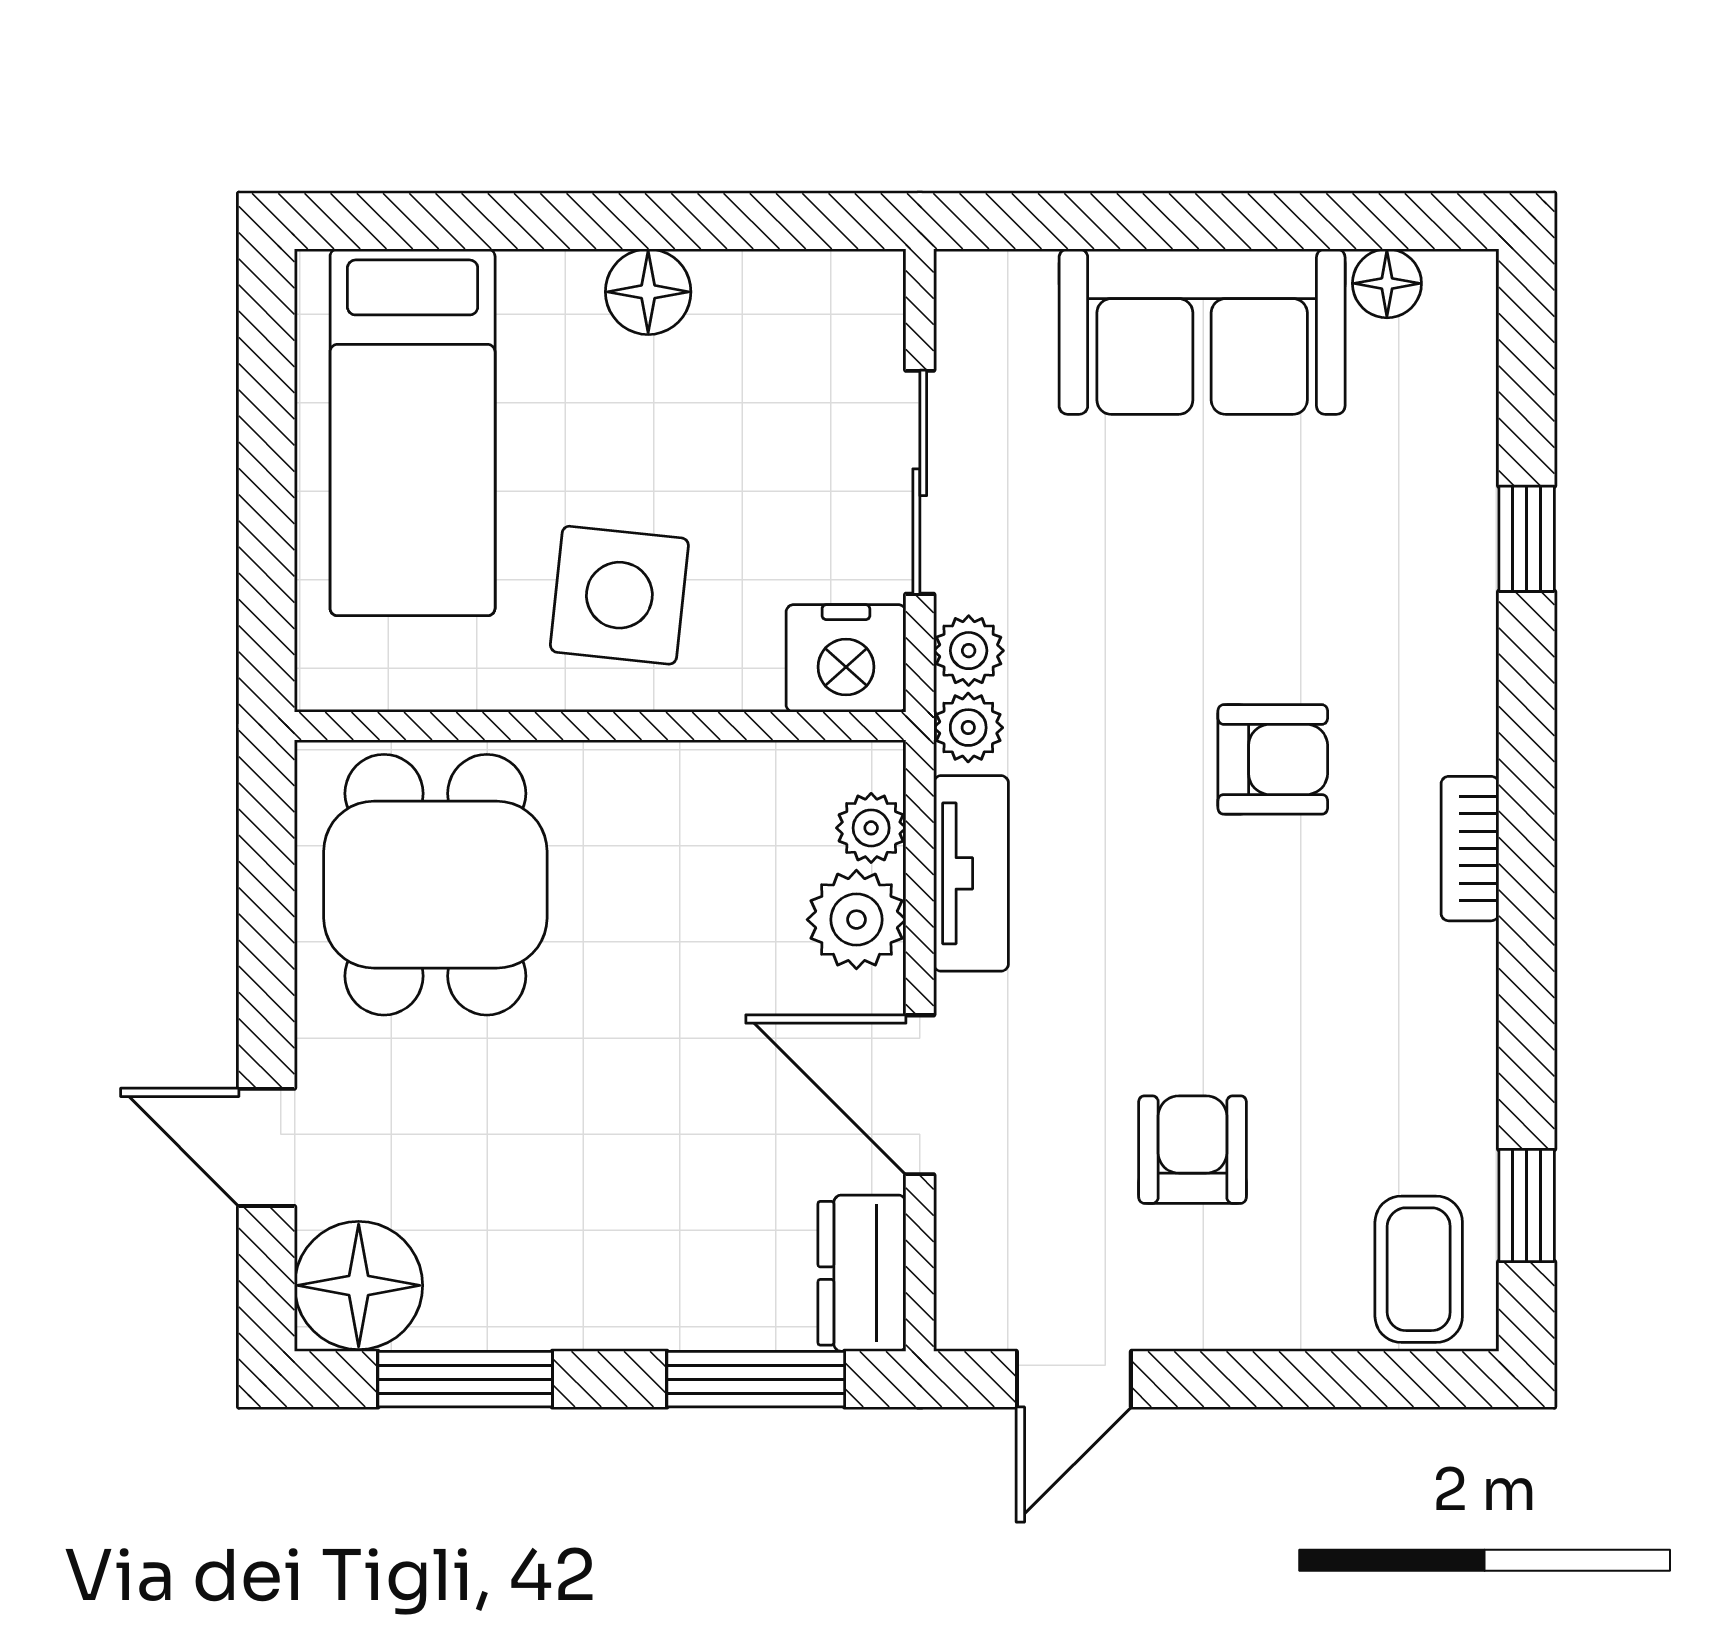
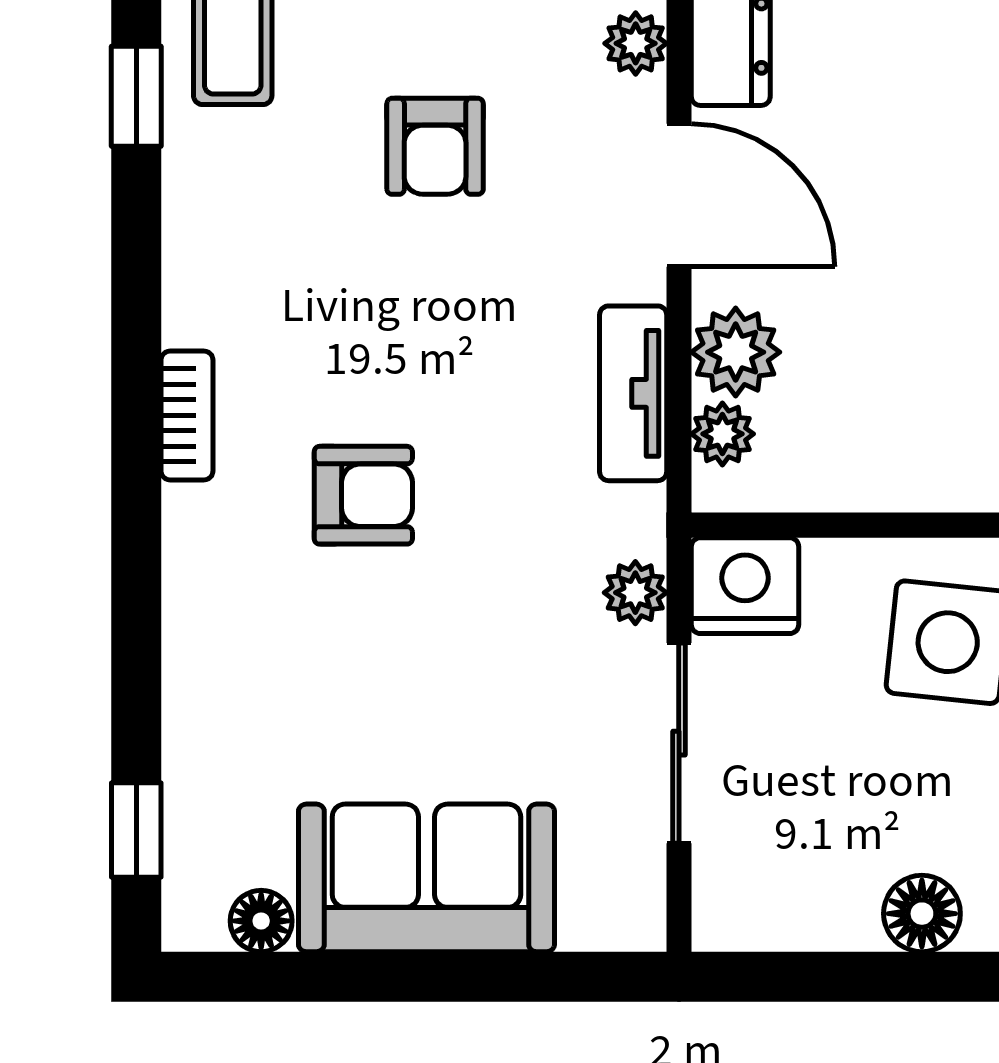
window: (1527, 539) -> (136, 830), moved
plant: (968, 728) -> (636, 43), moved
armchair: (1273, 759) -> (363, 495), turned 180

